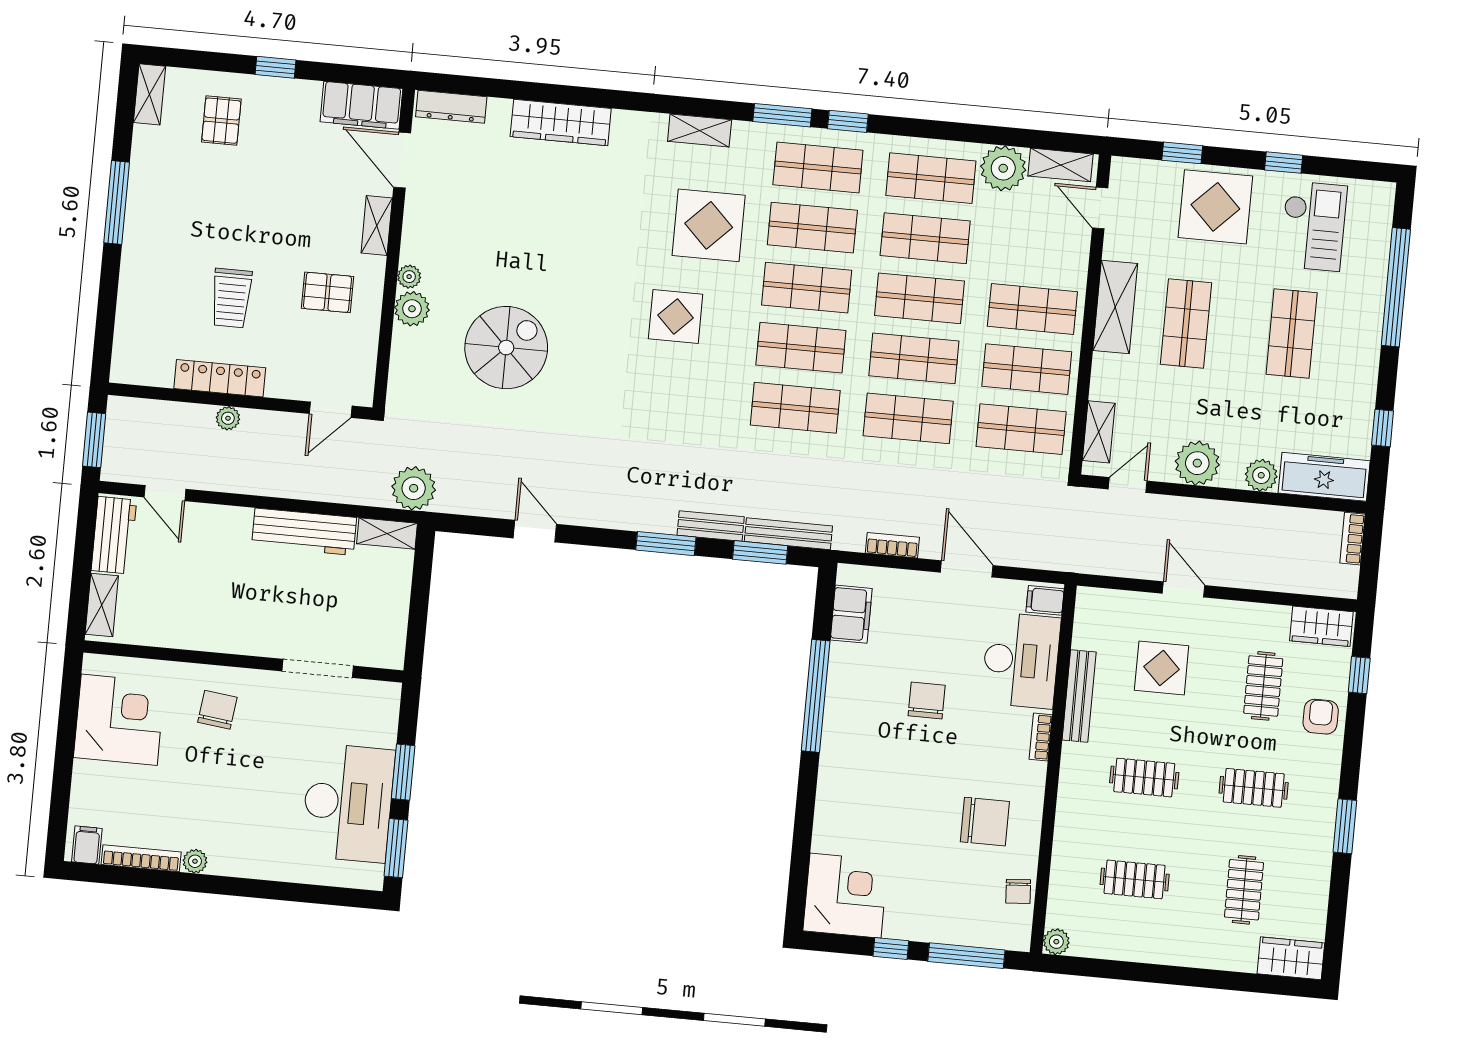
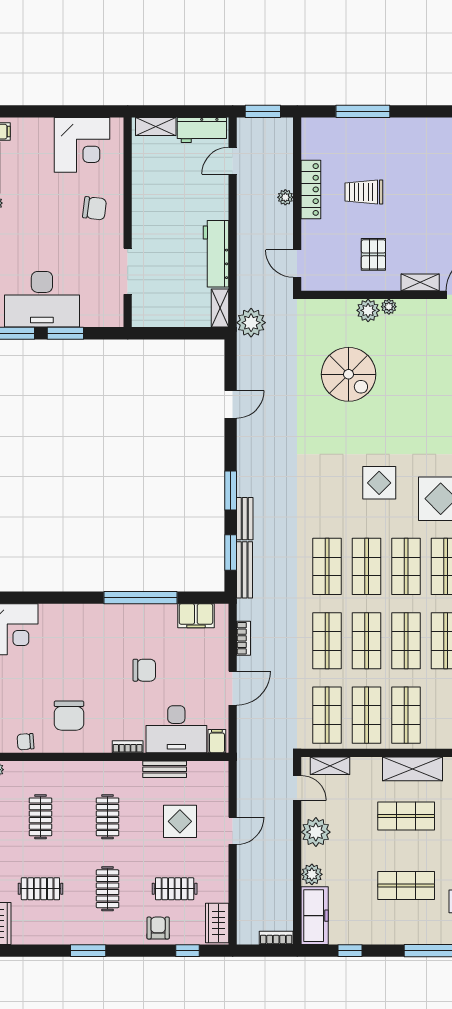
window: (117, 203) -> (363, 111), moved
bench: (1079, 696) -> (165, 769), width x0.73
armchair: (1321, 717) -> (158, 928), turned -90

